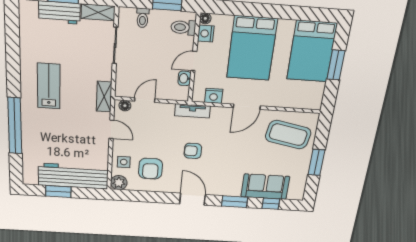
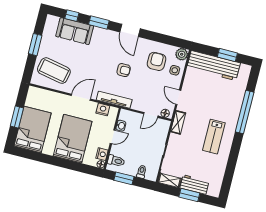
tv unit: (192, 111) -> (114, 100), width x1.41

